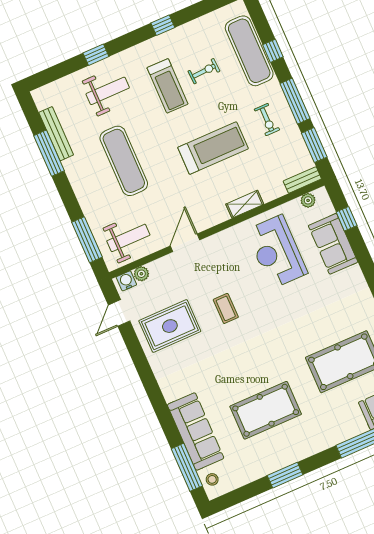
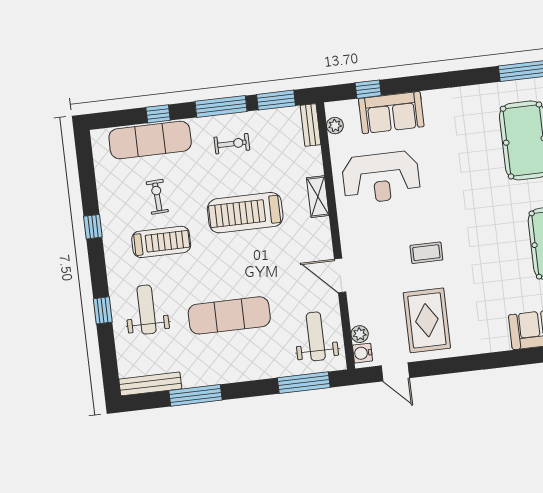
bench: (56, 134) -> (150, 384), moved
treadmill: (213, 148) -> (245, 213), turned -90

